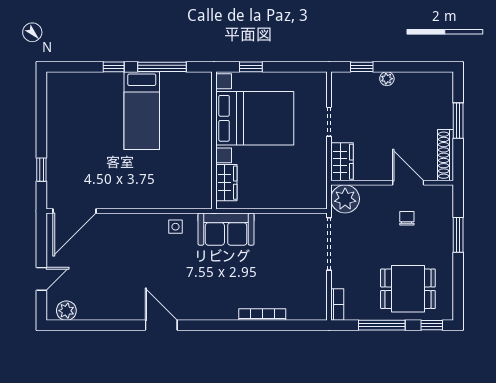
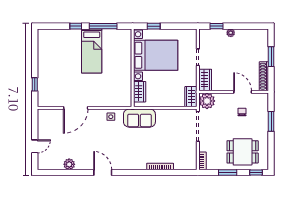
wardrobe: (317, 191) -> (191, 97), added
door: (75, 211) -> (76, 108), moved
plant: (66, 311) -> (69, 164), moved
window: (382, 325) -> (228, 173), width x0.69

